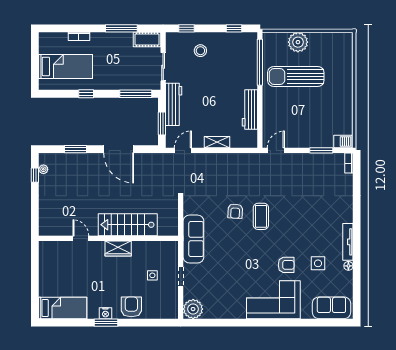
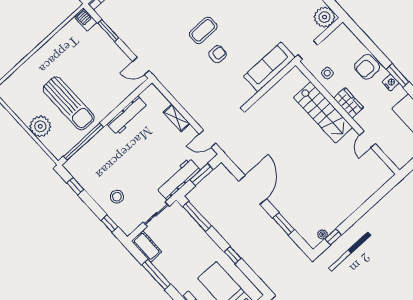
stairs: (128, 225) -> (323, 112), moved
door: (81, 238) -> (367, 139), moved
wall: (108, 238) -> (348, 118), moved
wardrobe: (118, 248) -> (349, 103), moved

